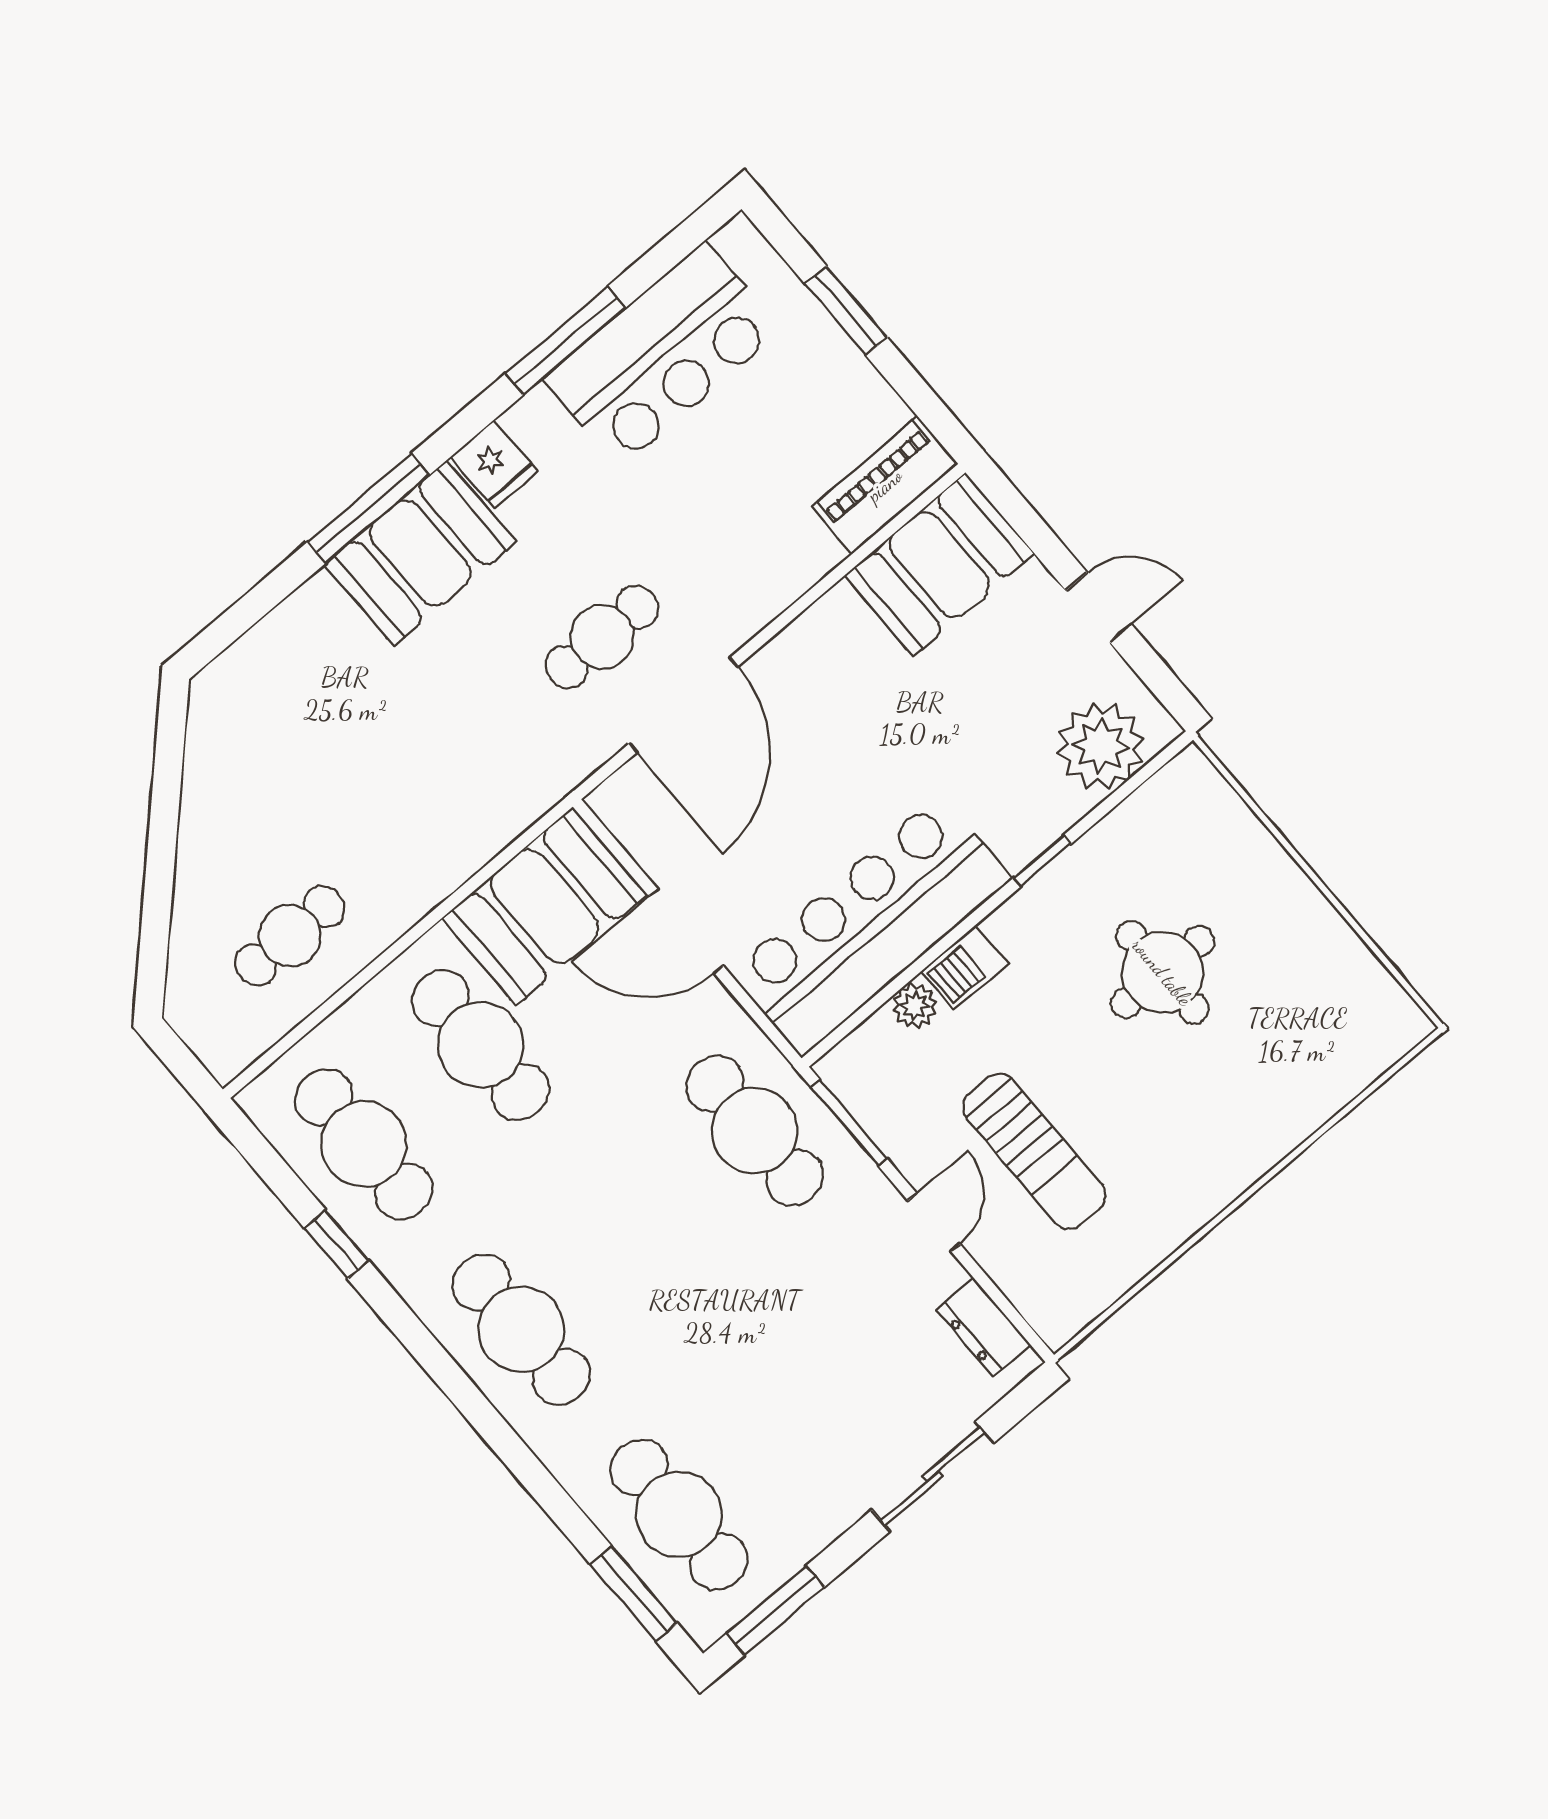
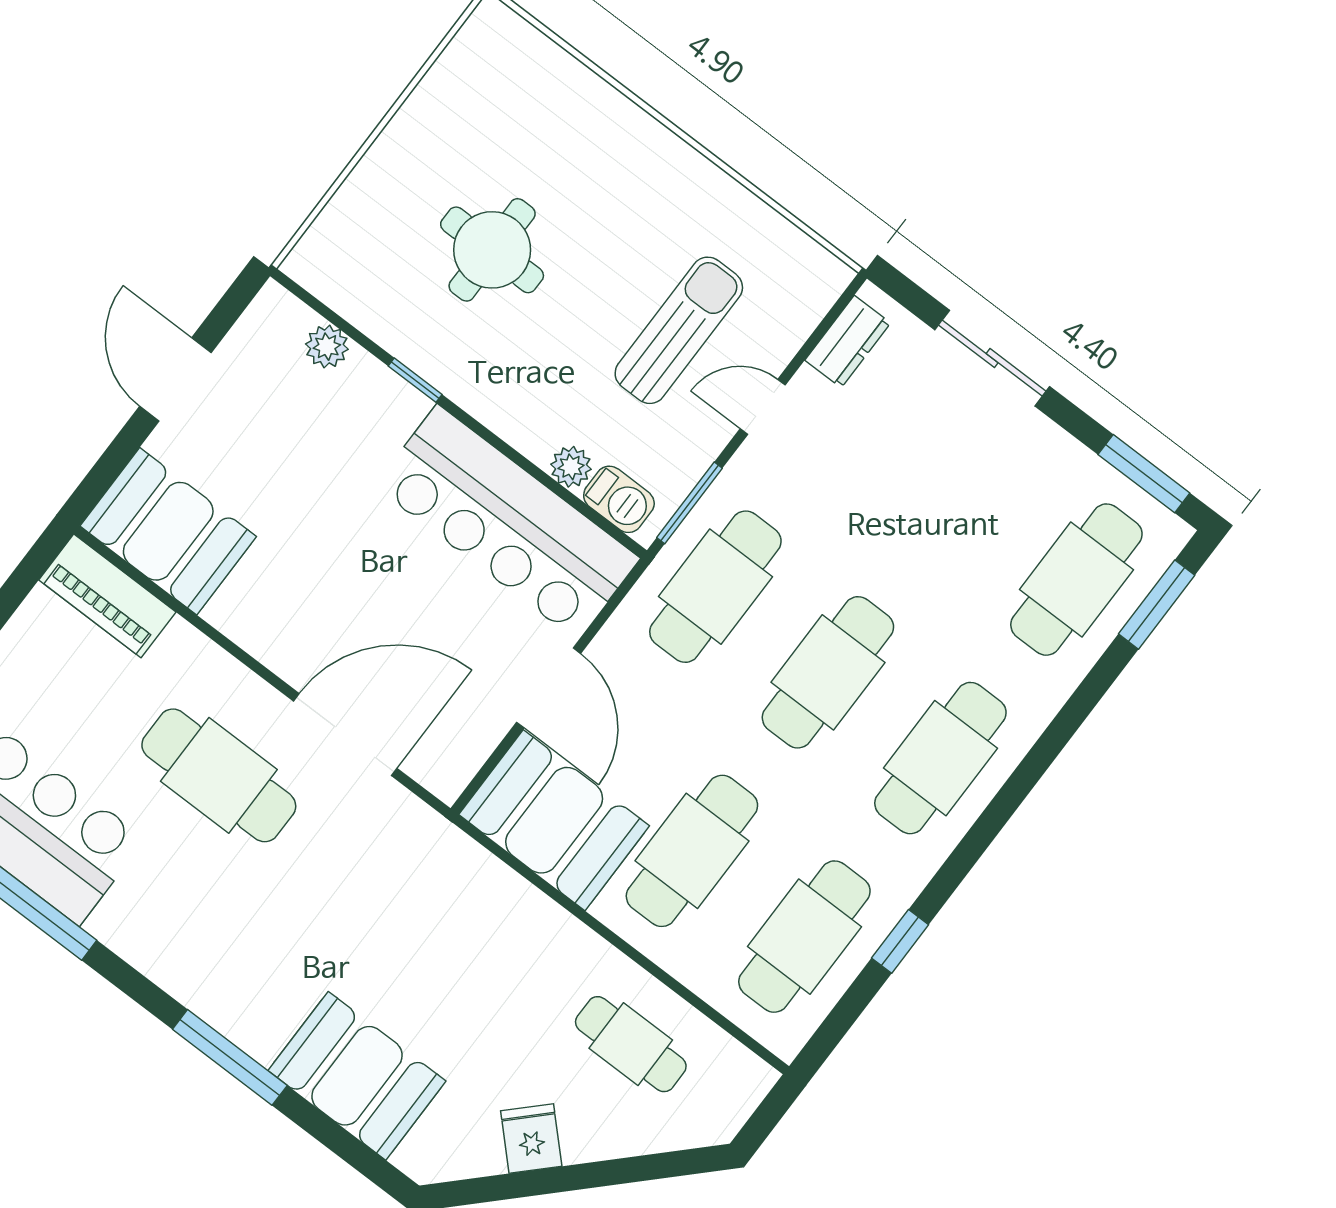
fridge: (494, 465) -> (531, 1139), moved, turned -45
booth: (420, 553) -> (357, 1076), moved
door: (1098, 607) -> (175, 379), width x1.38
cafe table: (602, 637) -> (219, 775), moved, width x1.37, depth x1.35
plant: (1101, 746) -> (327, 347), width x0.53, depth x0.53
barbecue: (965, 968) -> (619, 499), moved
cafe table: (638, 1230) -> (828, 672), added

